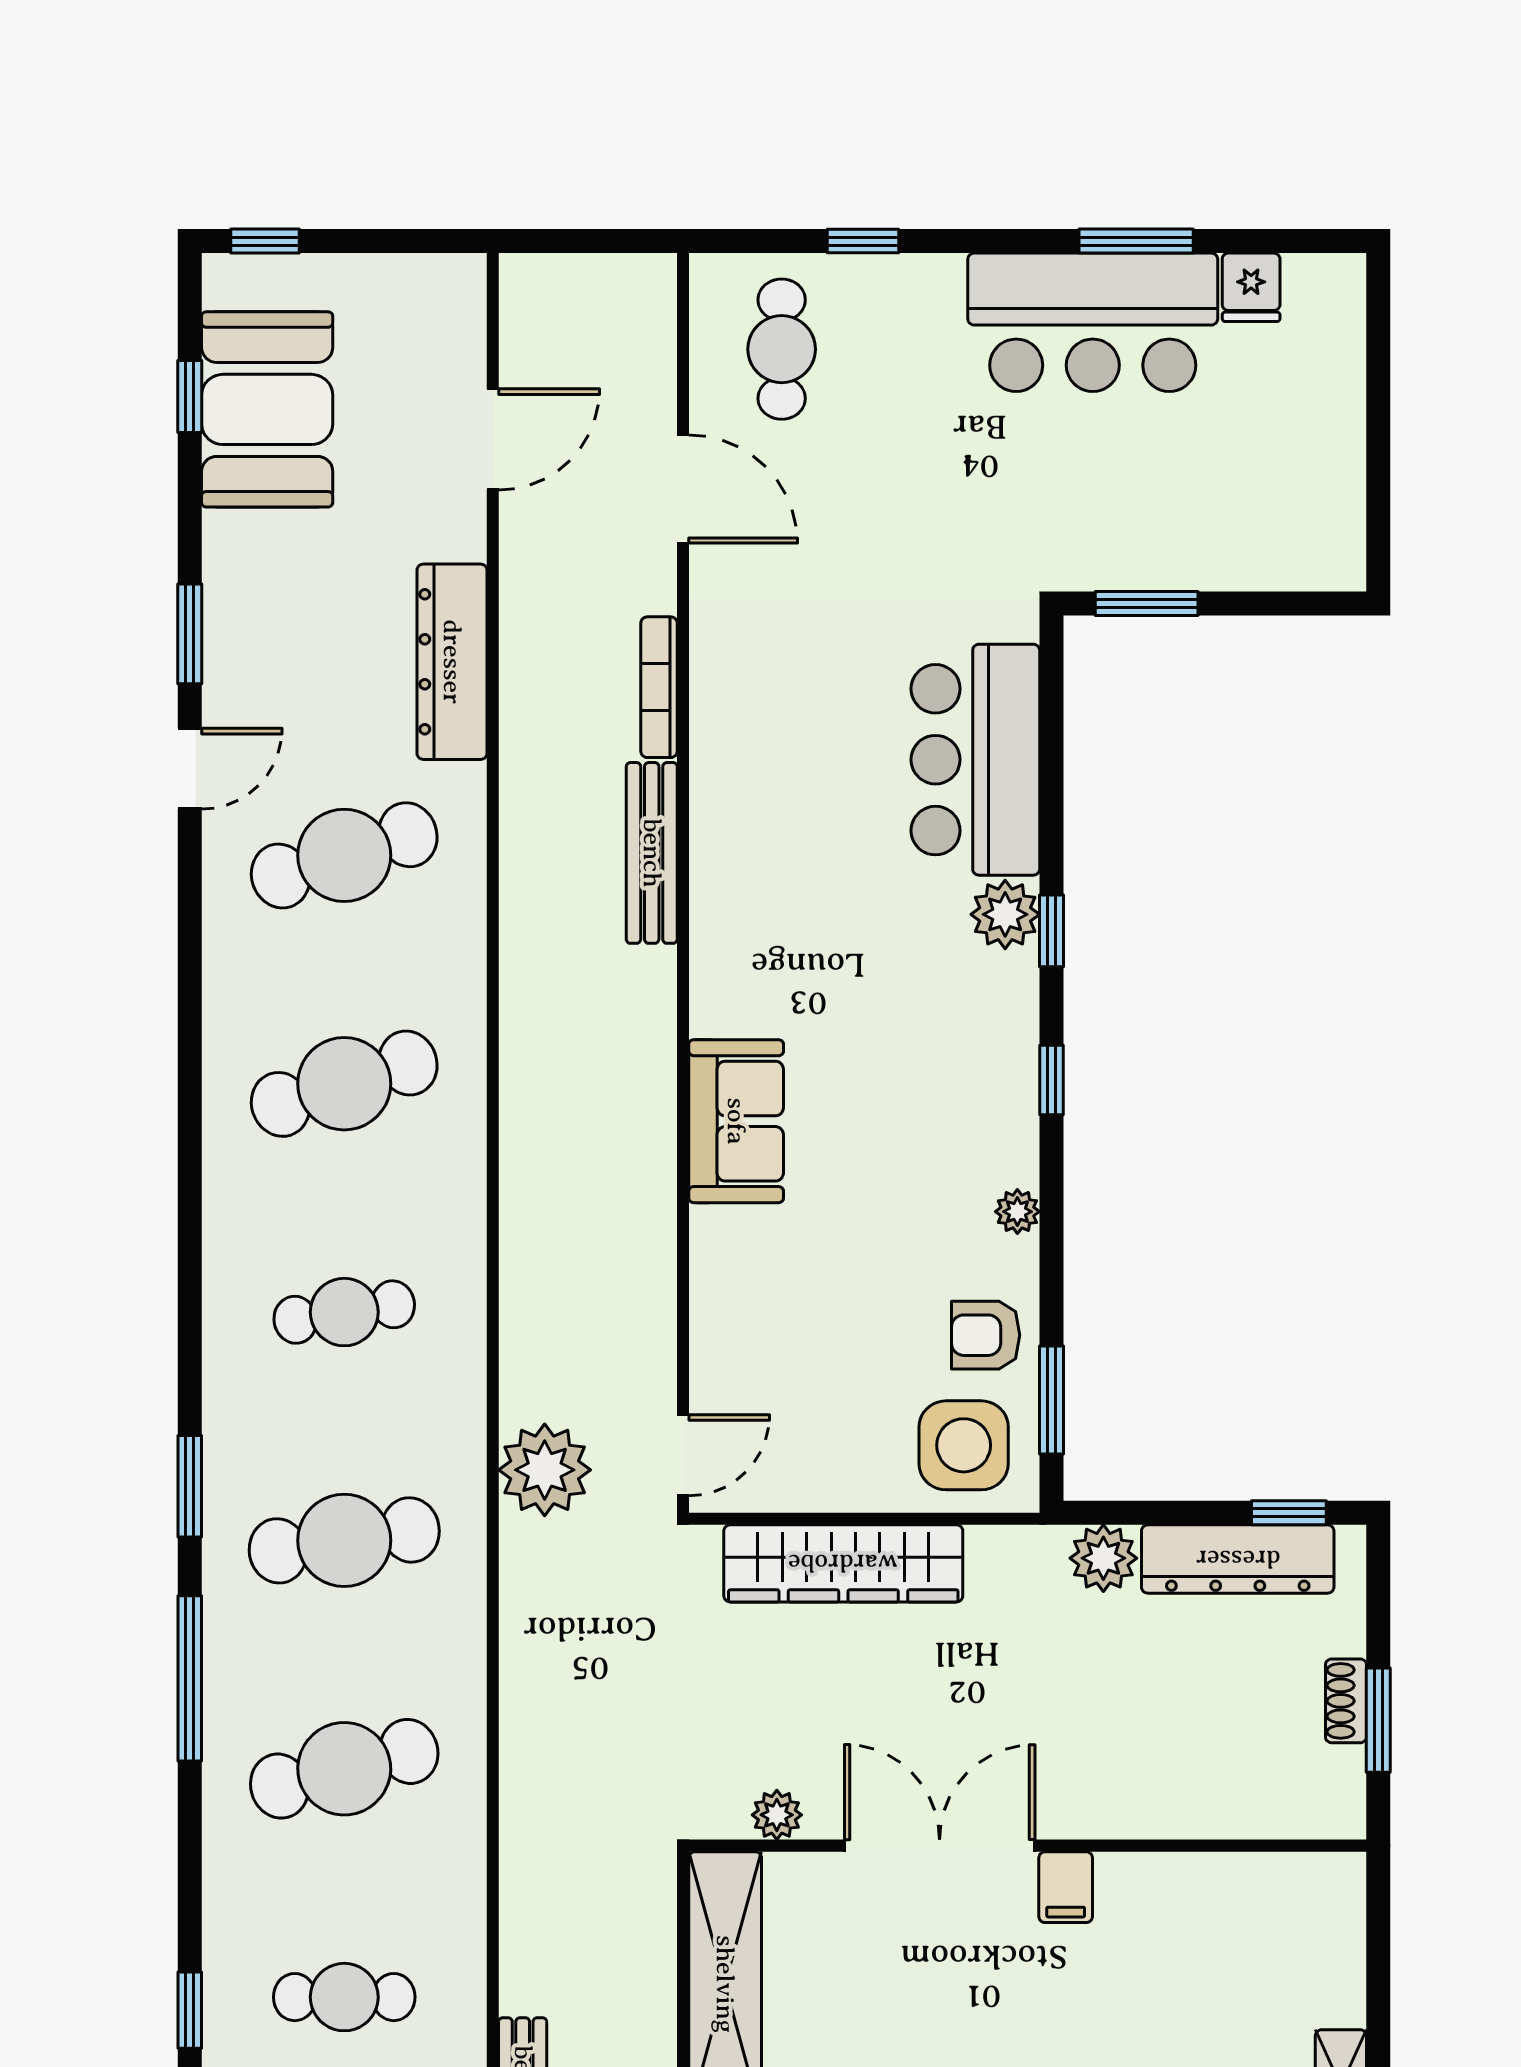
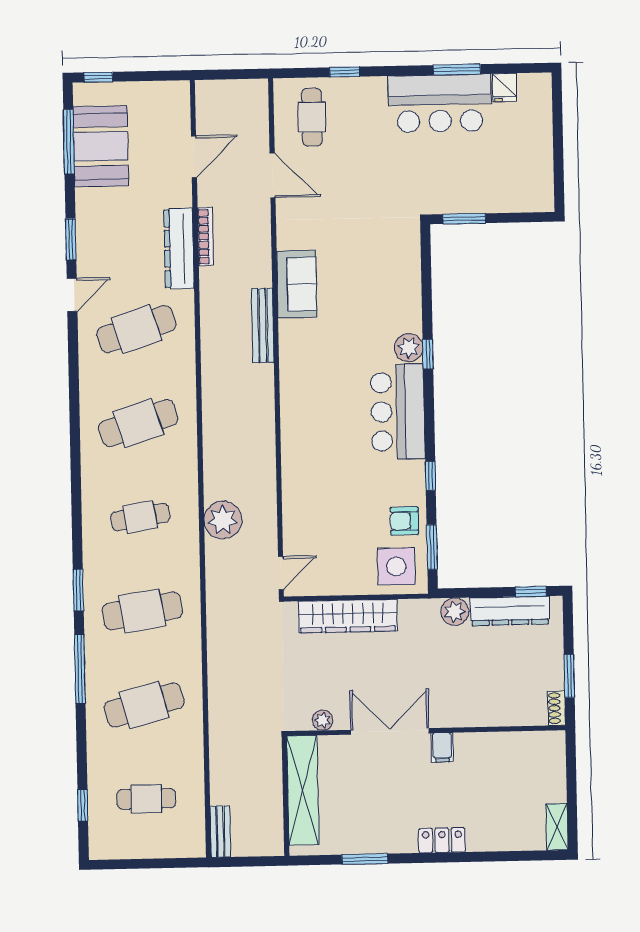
window: (190, 397) -> (69, 142), width x2.17
bookcase: (659, 687) -> (205, 237), moved, turned 180
bar counter: (975, 760) -> (398, 412), moved
window: (1051, 1080) -> (430, 476), moved
sofa: (736, 1121) -> (297, 284), moved
plant: (1017, 1212) -> (416, 470), removed
plant: (545, 1470) -> (223, 520), moved
shoe rack: (1346, 1701) -> (557, 708), moved

